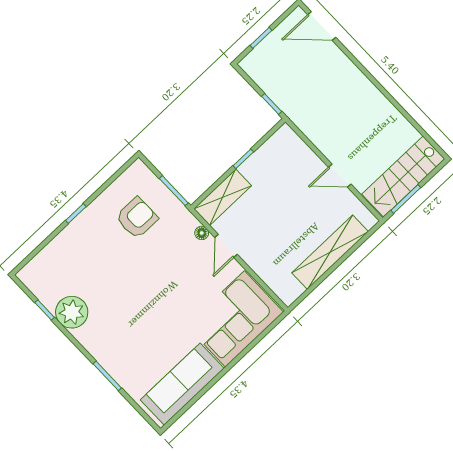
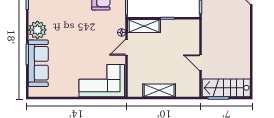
shelving: (330, 252) -> (159, 90), width x0.68
plant: (72, 312) -> (37, 30), moved
sofa: (182, 384) -> (38, 63), moved, turned 90

